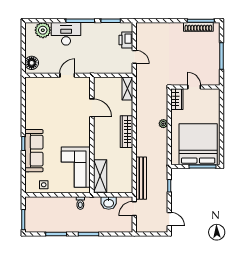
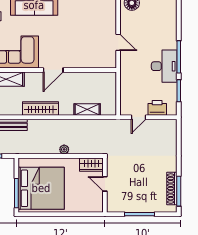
plant: (43, 30) -> (168, 15), removed
desk: (66, 34) -> (164, 66), moved
door: (194, 87) -> (105, 184), swing flipped
shelving: (127, 88) -> (87, 110), moved
door: (92, 108) -> (53, 70), moved
wardrobe: (126, 132) -> (41, 108), moved

